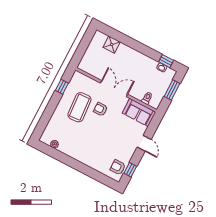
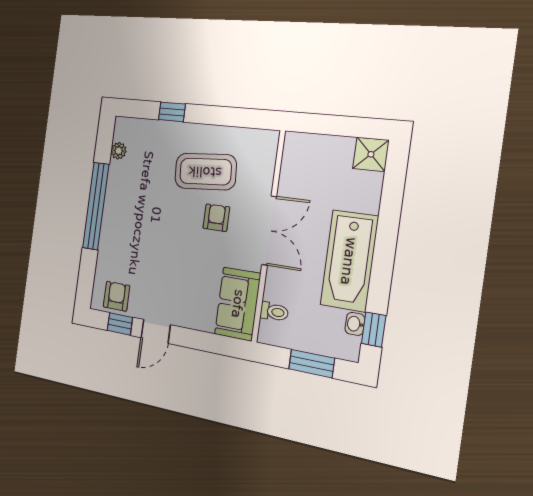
shower: (112, 45) -> (371, 154), moved
bathtub: (137, 61) -> (349, 261), added
window: (62, 87) -> (172, 112), moved
door: (144, 143) -> (156, 331), moved
window: (75, 164) -> (96, 206), added

